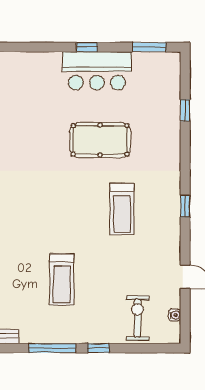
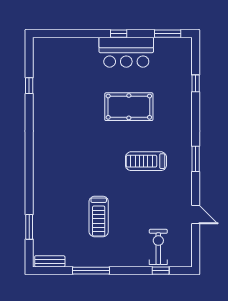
window: (185, 206) -> (196, 159), width x1.50
treadmill: (122, 209) -> (146, 161), turned 90
water cooler: (175, 315) -> (187, 244), removed
window: (98, 348) -> (161, 271), moved

